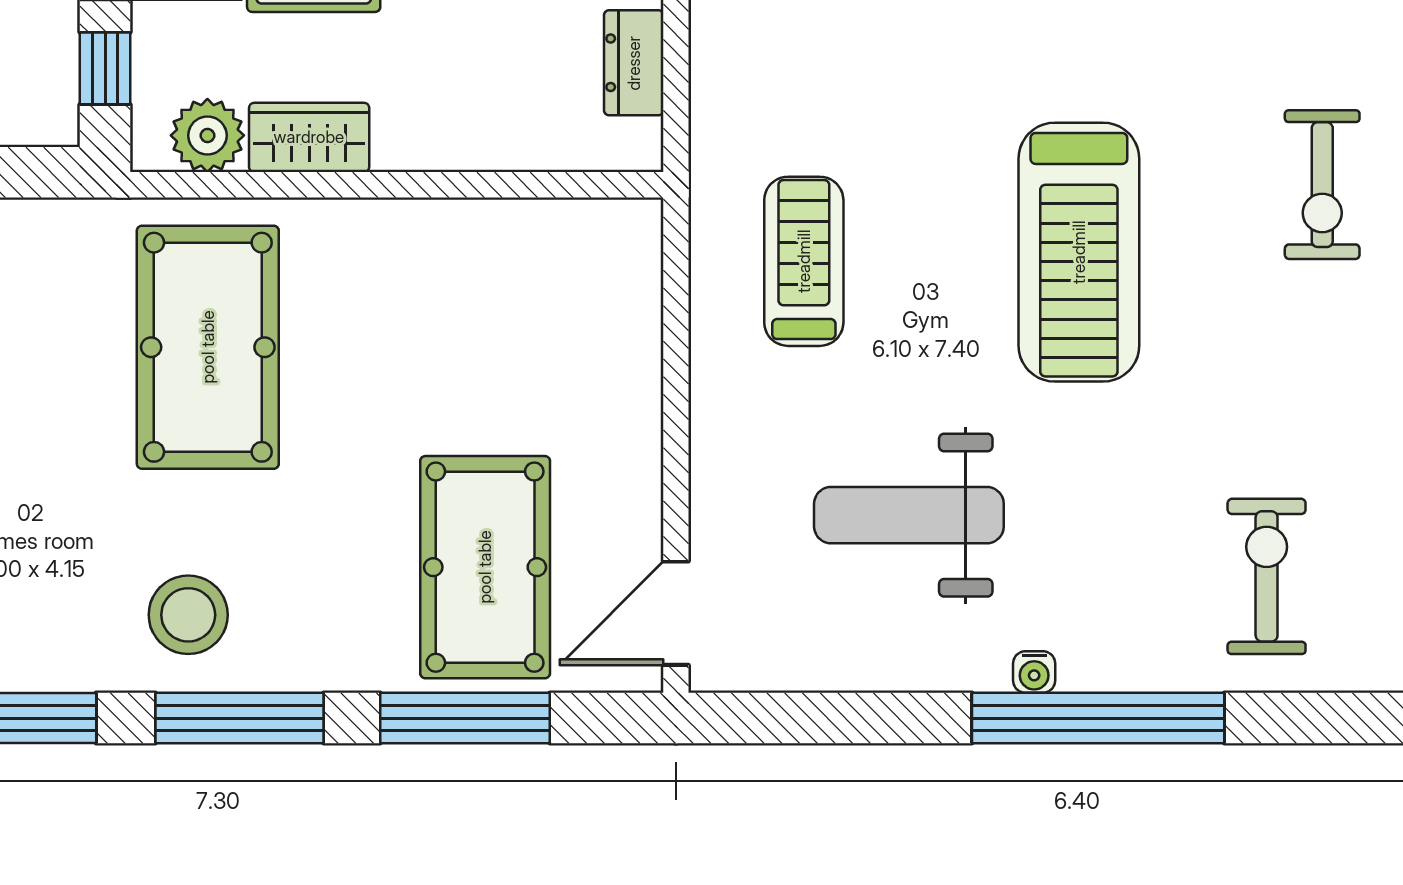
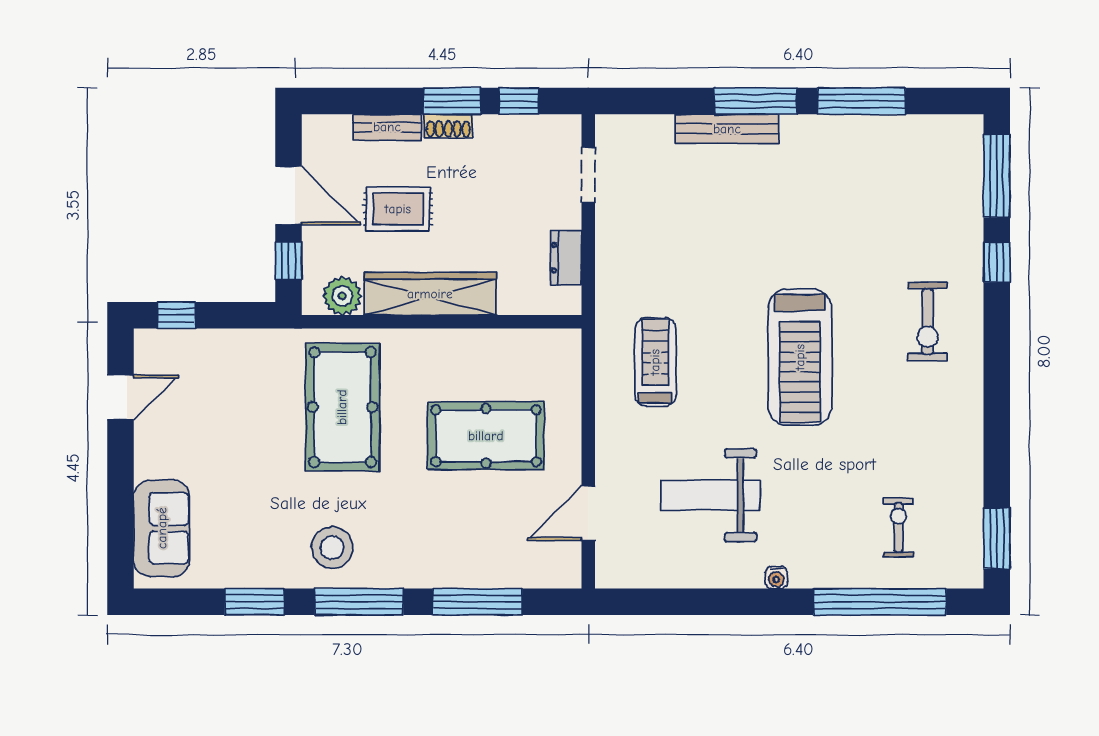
wardrobe: (309, 137) -> (430, 294), width x2.10, depth x1.17
pool table: (485, 567) -> (486, 436), moved, turned 90
exercise bike: (1267, 576) -> (898, 527), width x0.73, depth x0.72
door: (676, 613) -> (588, 513), moved
window: (1098, 718) -> (880, 602), moved

